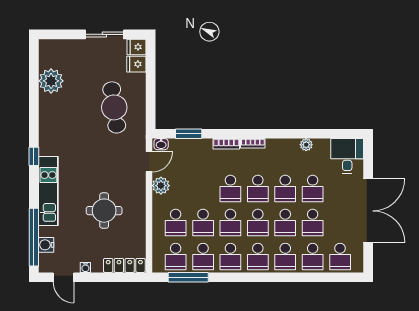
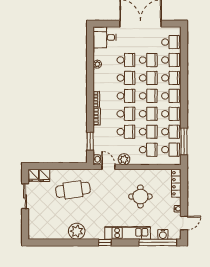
plant: (51, 81) -> (77, 231), moved
school desk: (203, 188) -> (126, 132), added

